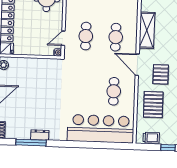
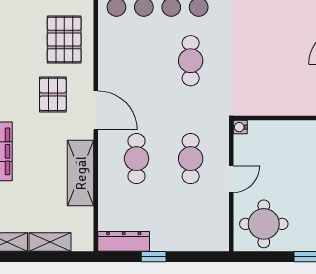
door: (63, 38) -> (231, 179), moved
cafe table: (114, 91) -> (191, 61), moved

